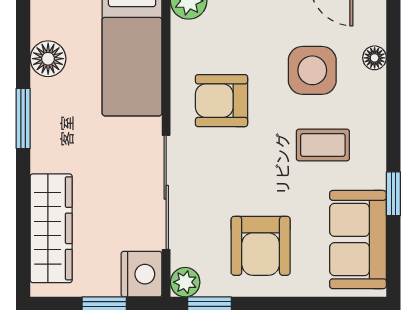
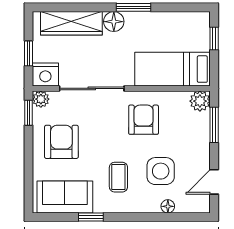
floor lamp: (48, 59) -> (114, 22), moved
armchair: (261, 246) -> (61, 142), turned 90

